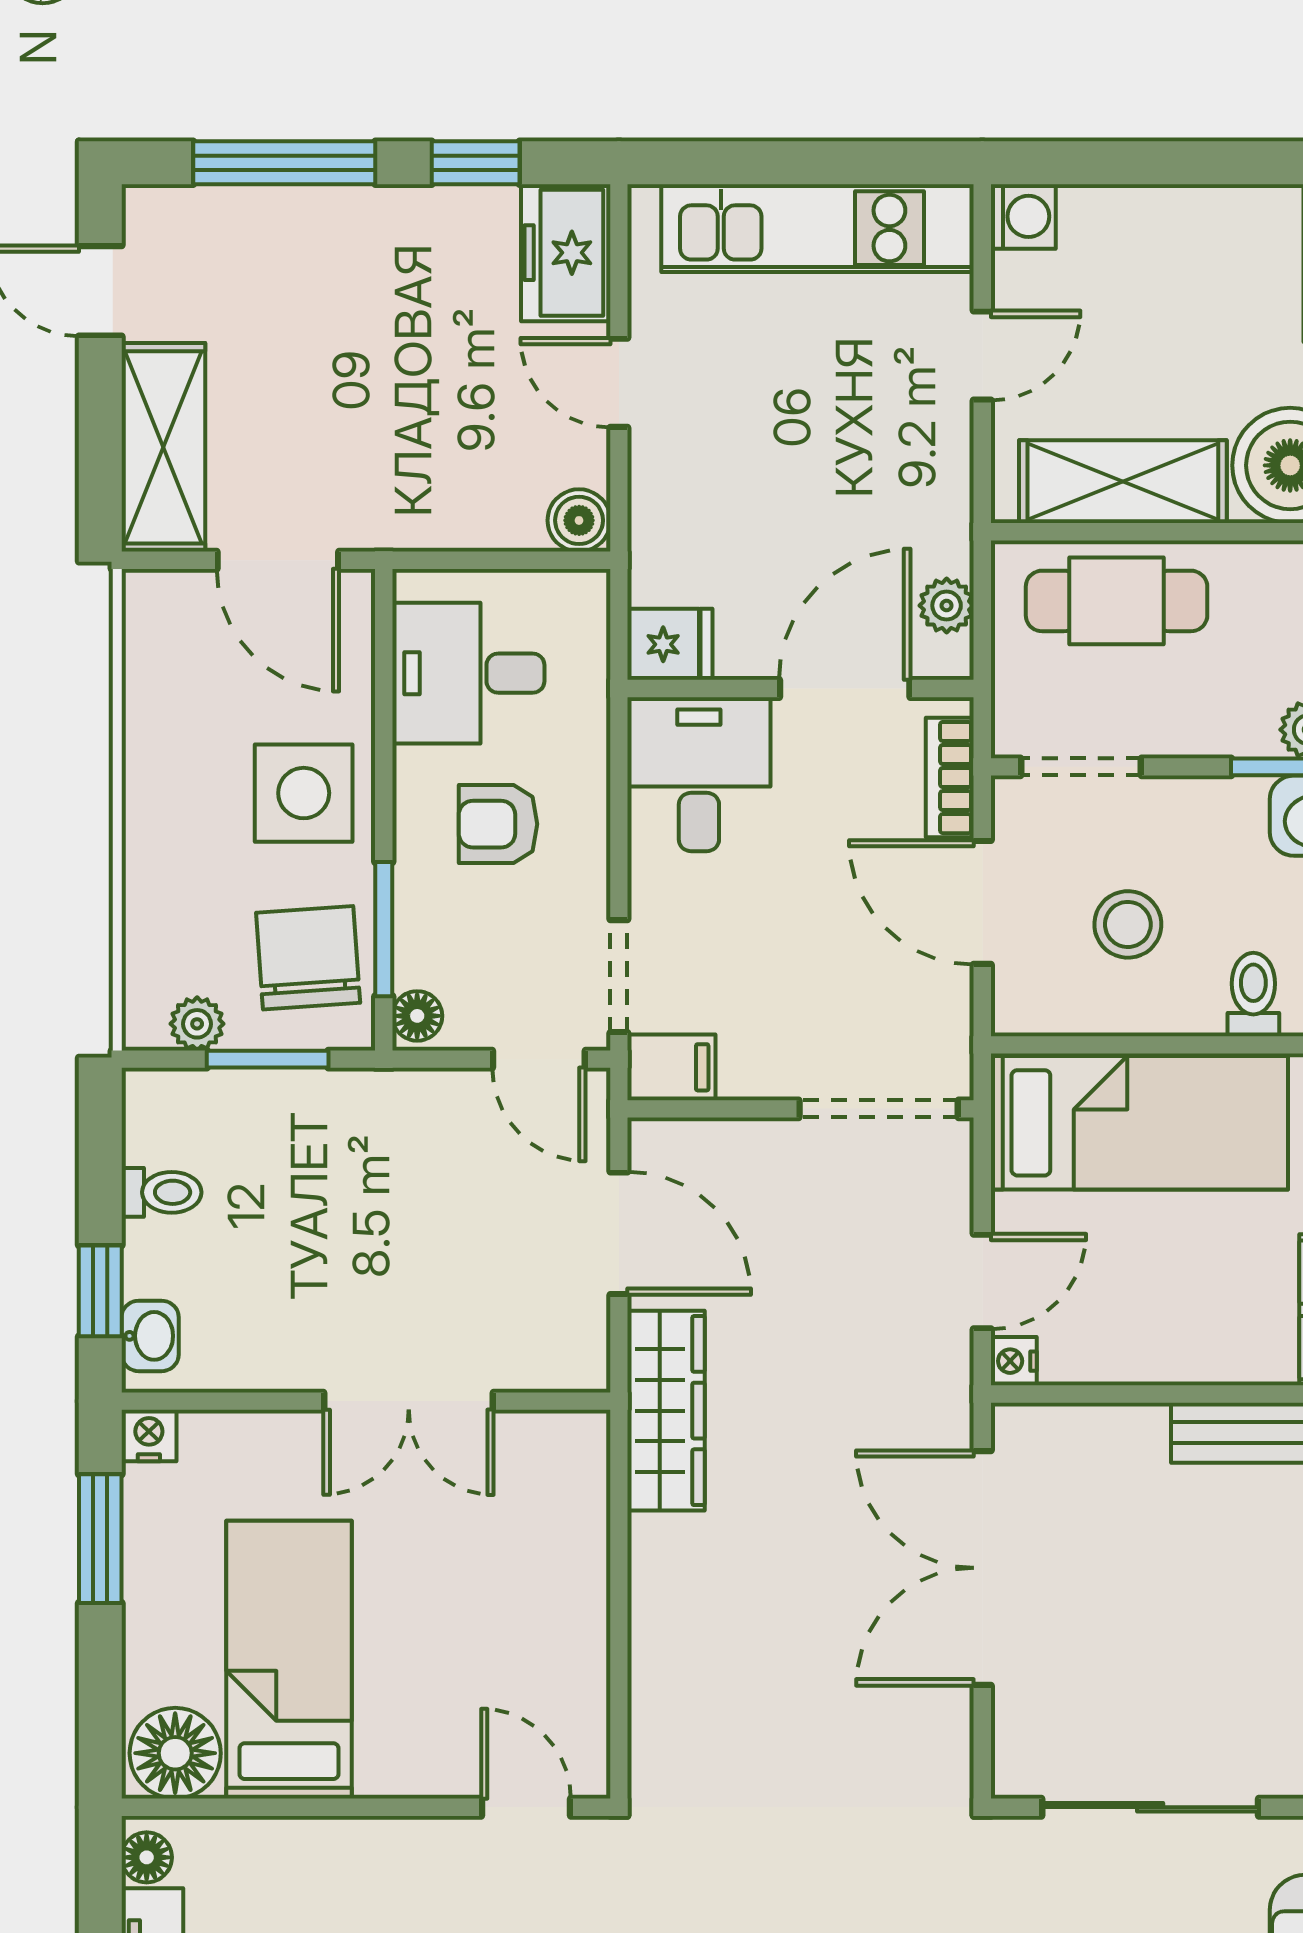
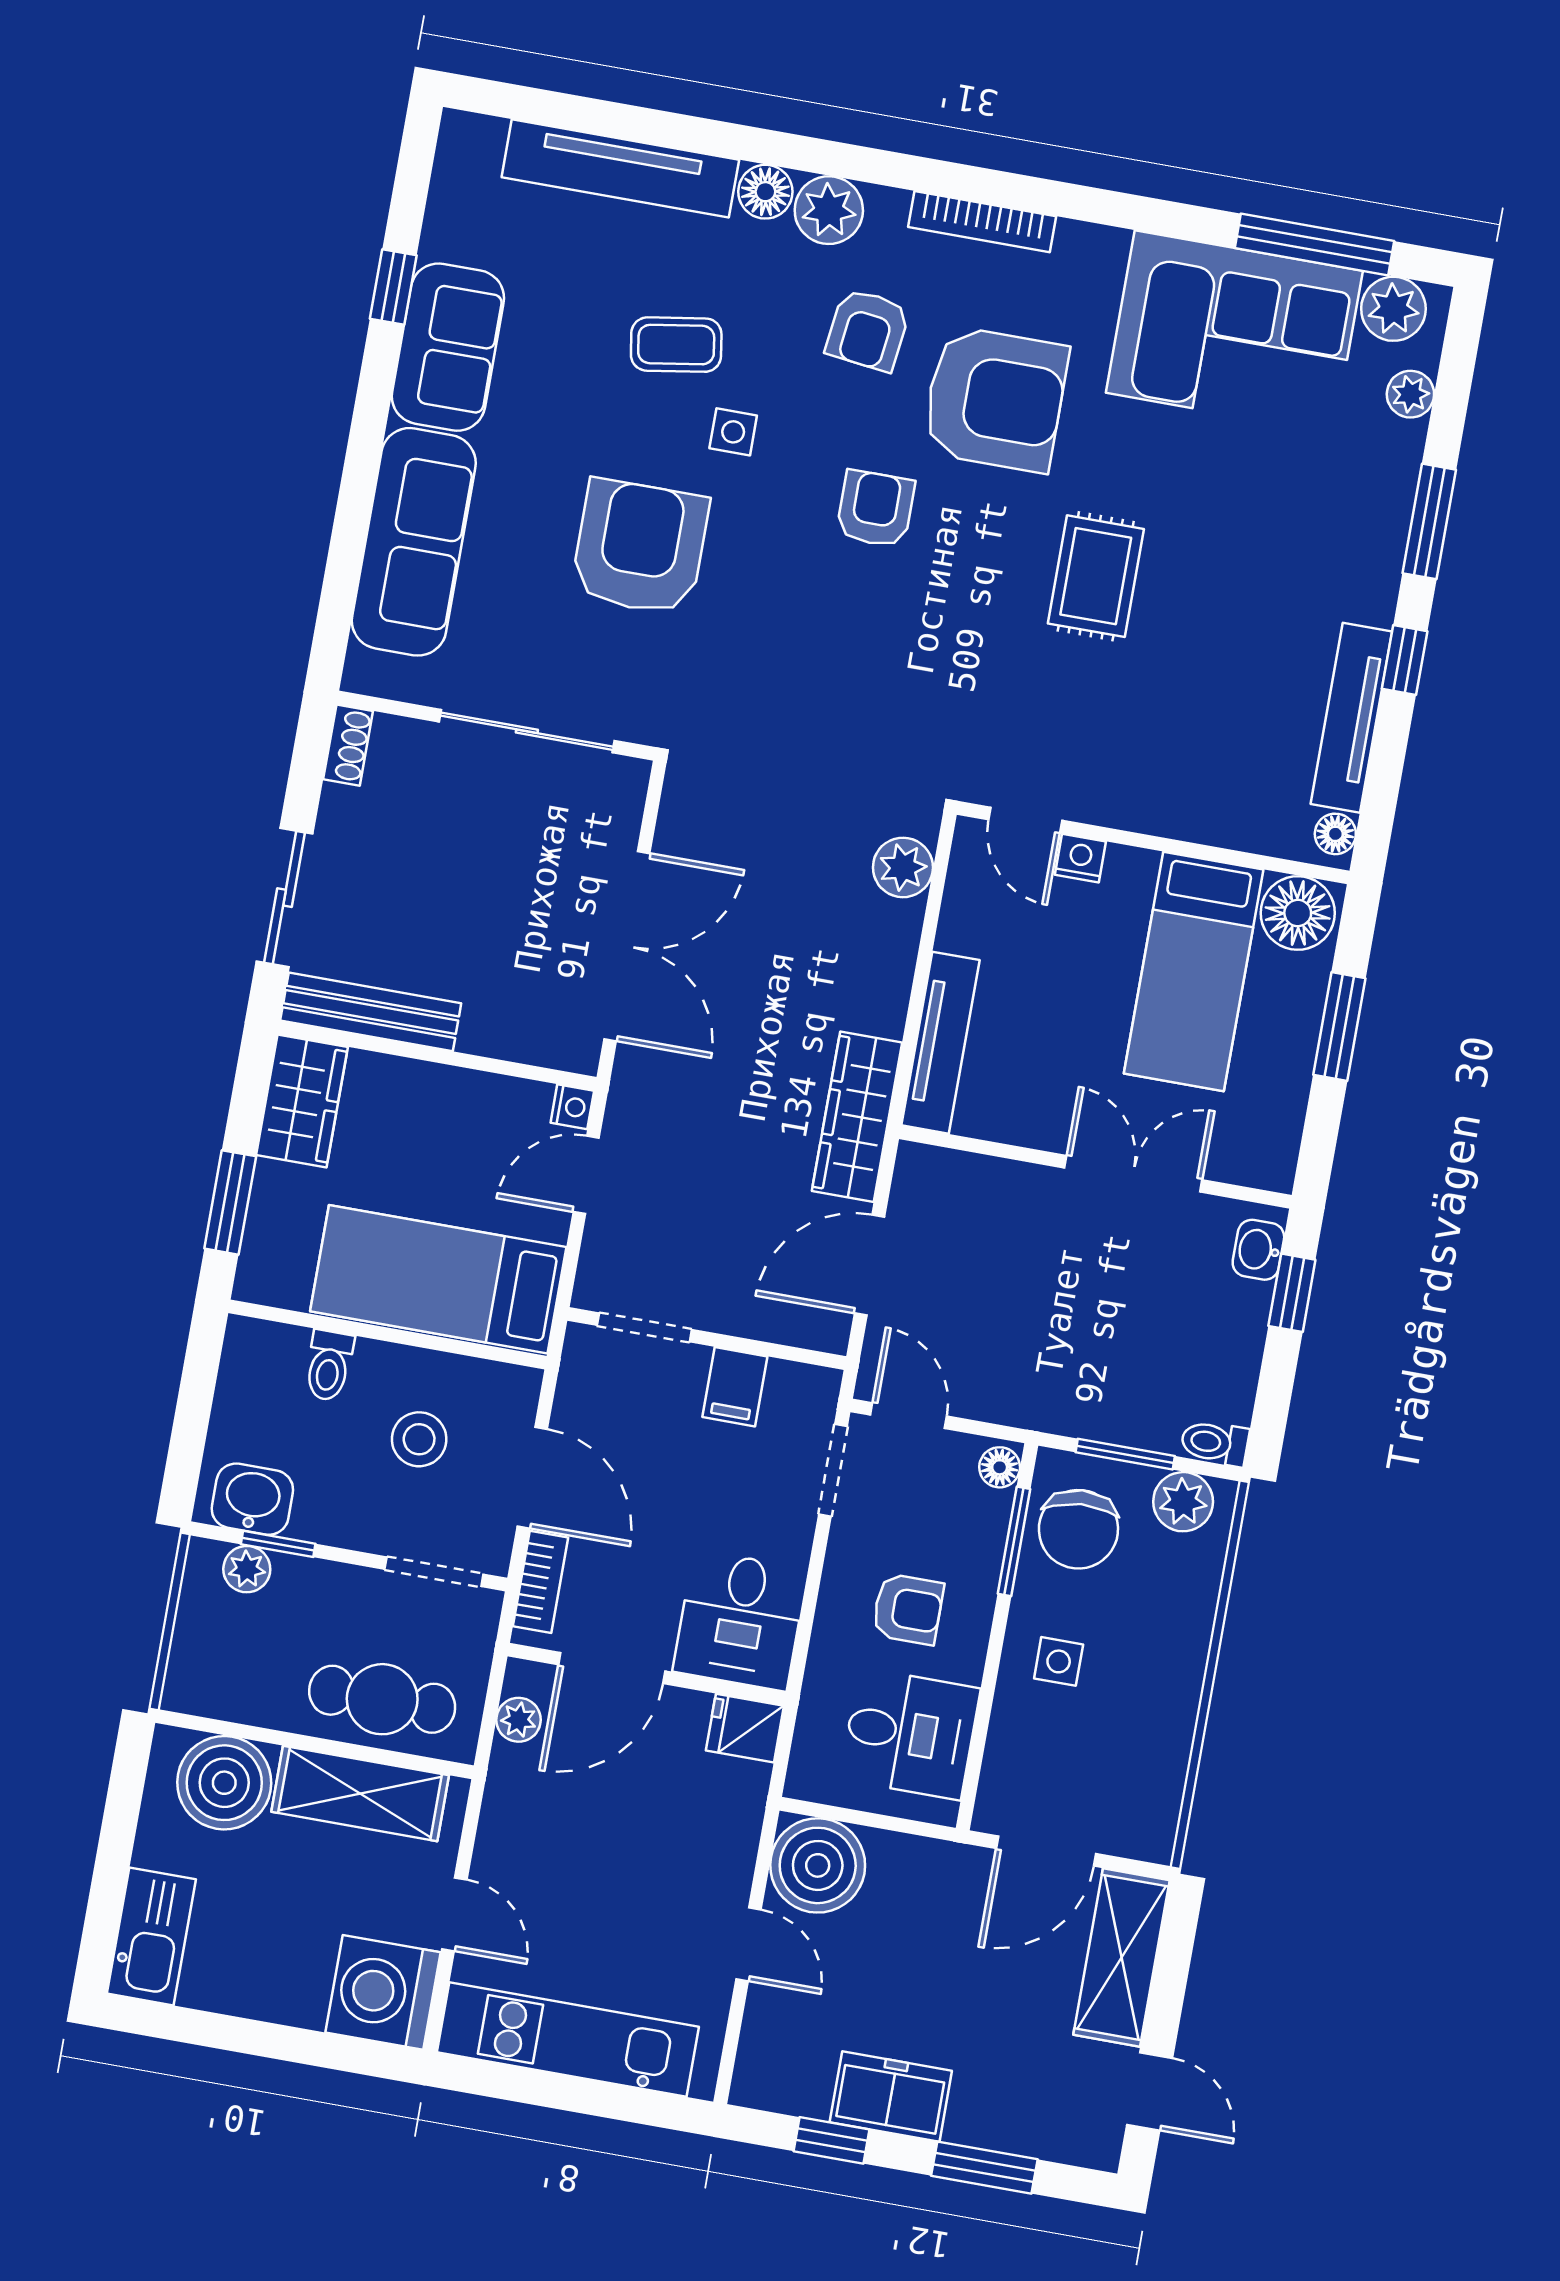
window: (284, 163) -> (984, 2168), width x0.69
washing machine: (1023, 216) -> (383, 1992), width x1.89, depth x1.89
freezer: (566, 253) -> (891, 2097), moved, turned -90
door: (982, 355) -> (454, 1914), swing flipped
boiler: (579, 520) -> (818, 1865), width x1.86, depth x1.86
door: (278, 560) -> (1046, 1851), swing flipped
side table: (304, 793) -> (1059, 1661), width x0.54, depth x0.54
plant: (197, 1024) -> (1183, 1502), width x1.38, depth x1.38
filing cabinet: (671, 1067) -> (735, 1387), moved, turned -90
doorway: (879, 1109) -> (644, 1327), width x0.73
toilet: (161, 1192) -> (1215, 1443), moved
door: (619, 1233) -> (869, 1265), hinge flipped
double door: (409, 1401) -> (1133, 1174), moved
nightstand: (149, 1436) -> (1080, 858), moved, turned 180
tv unit: (581, 1519) -> (940, 1043), added
window: (100, 1539) -> (1339, 1027), moved
plant: (664, 1723) -> (903, 867), added

